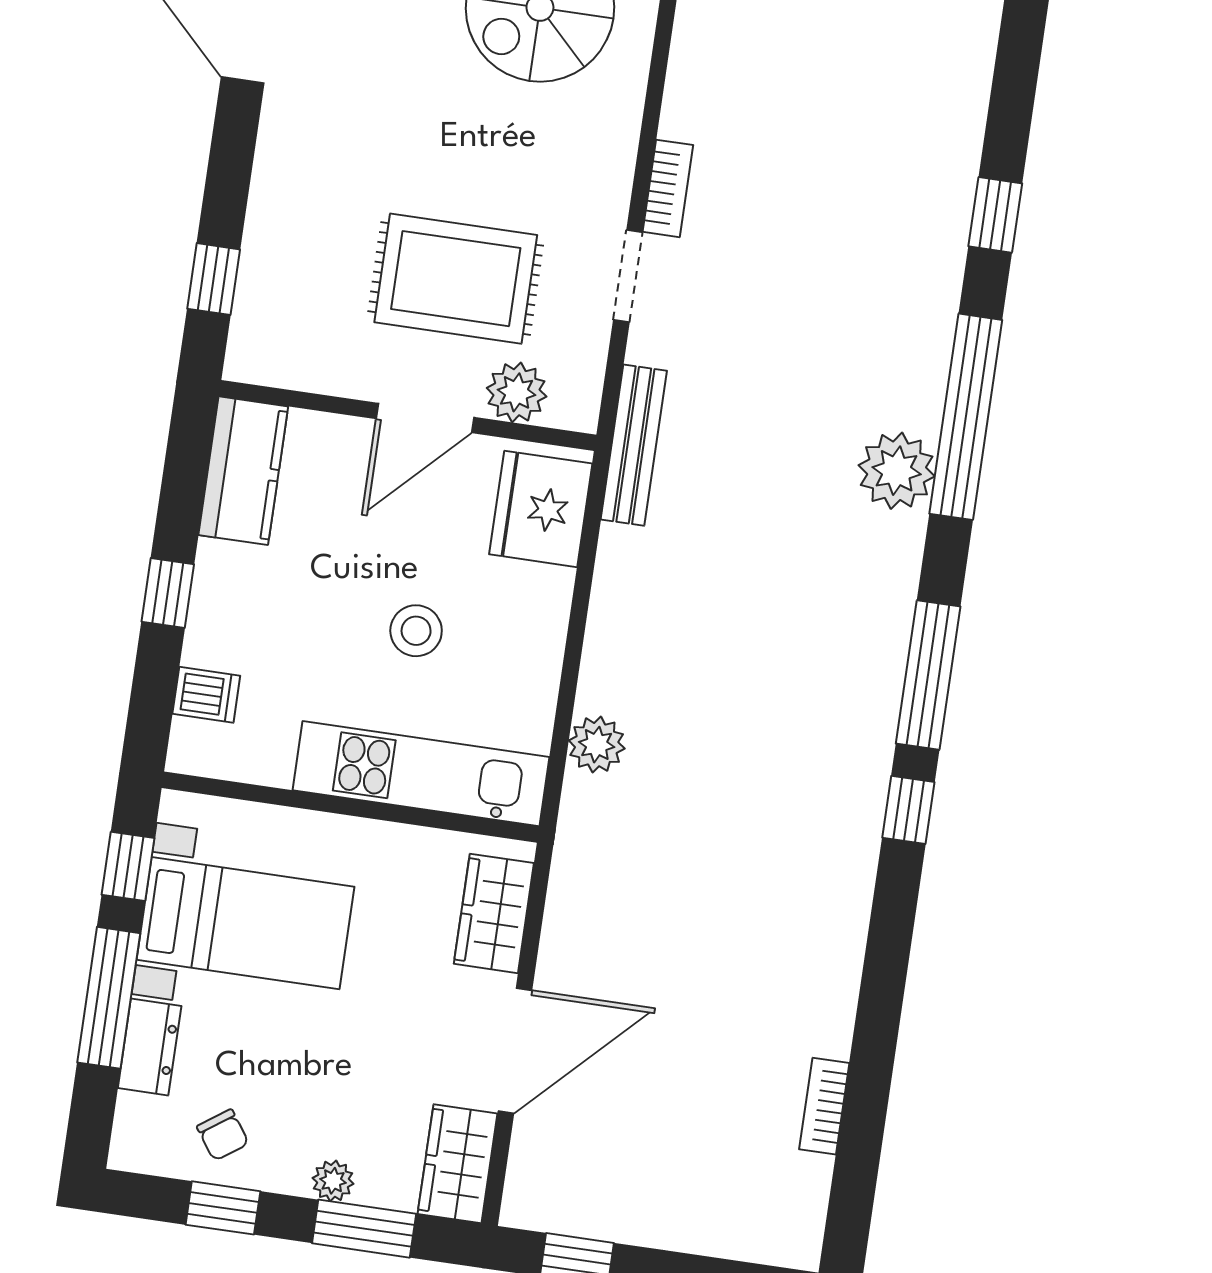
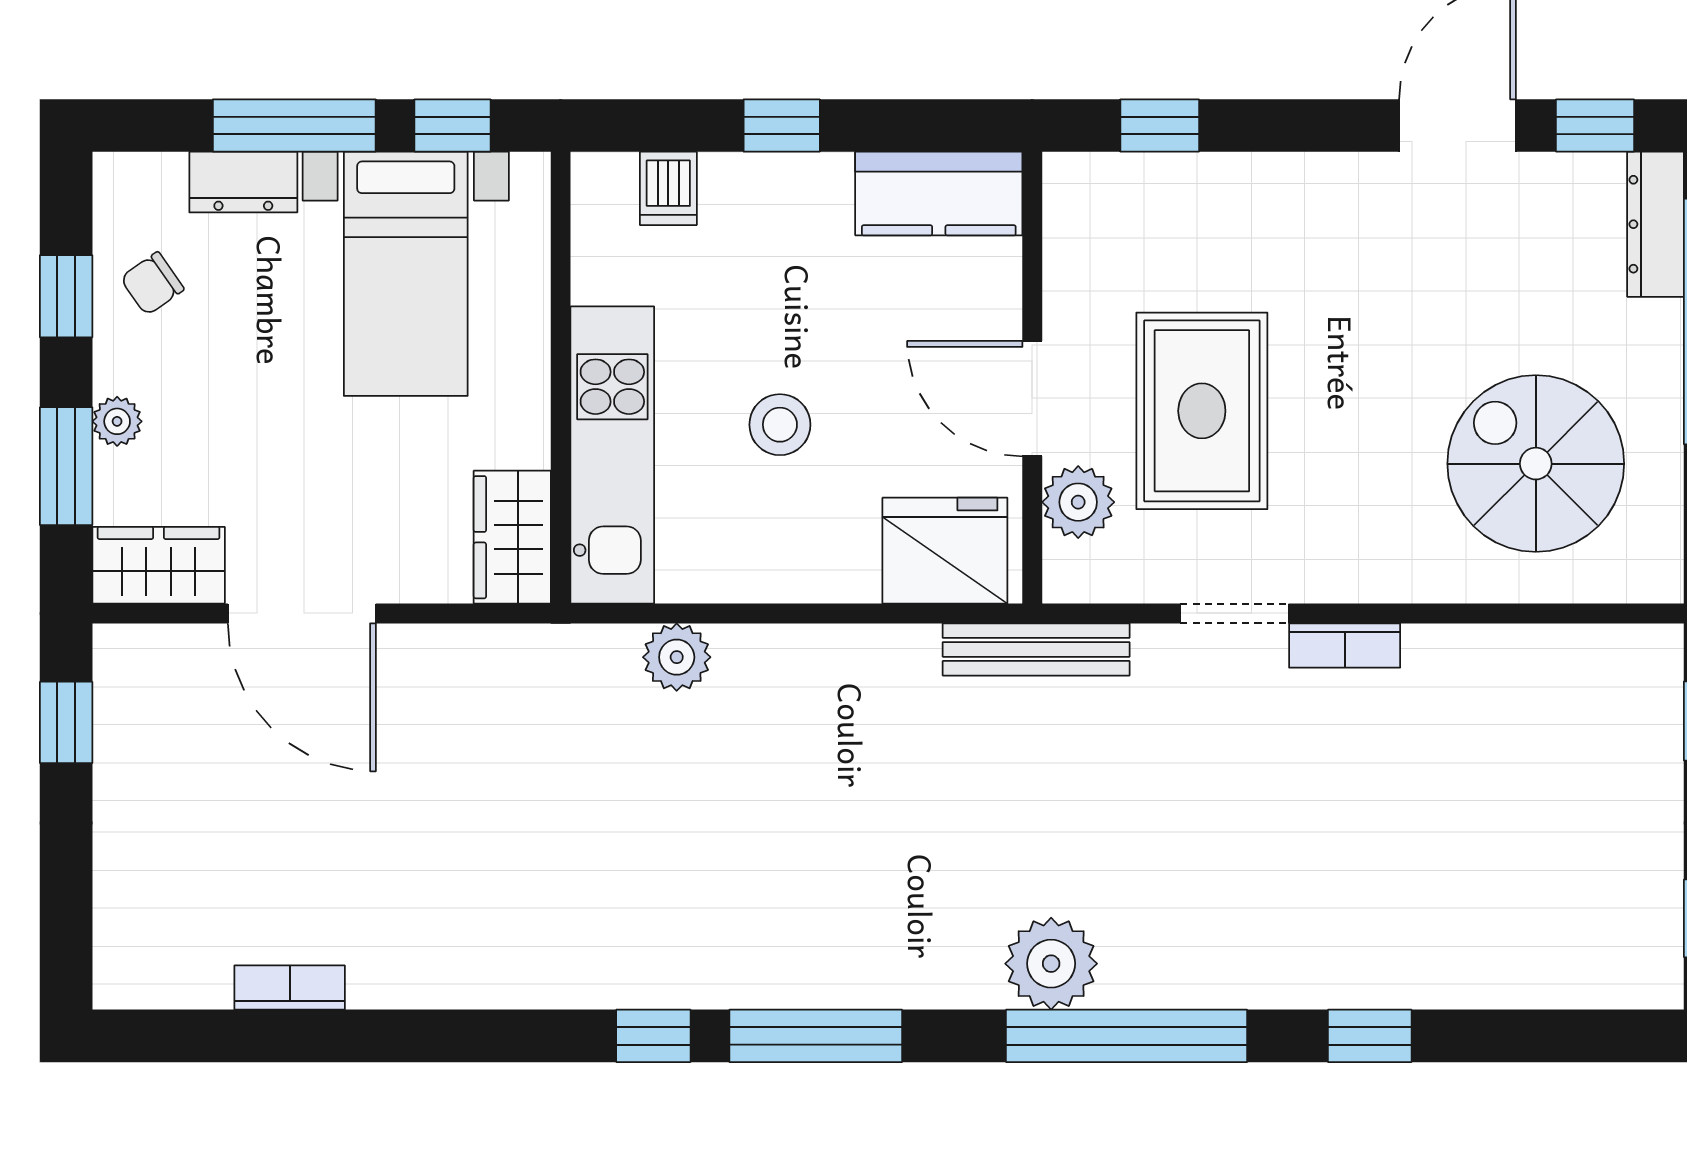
wardrobe: (494, 913) -> (512, 537), moved, turned -90

